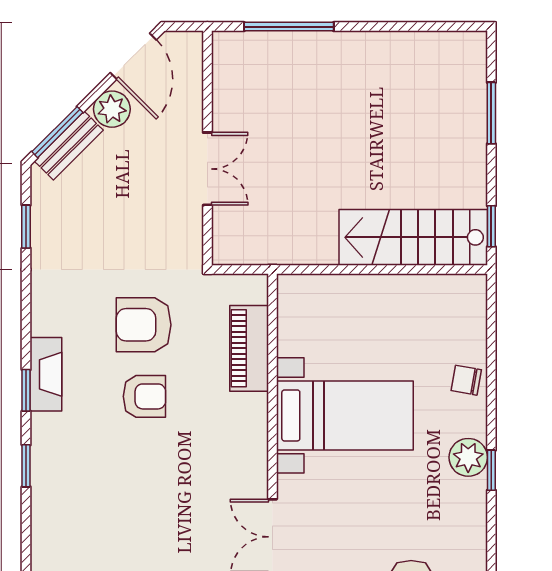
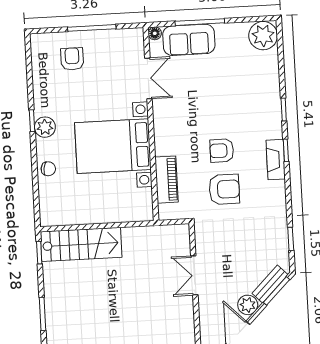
bed with nightstands: (345, 415) -> (113, 146), width x1.36

